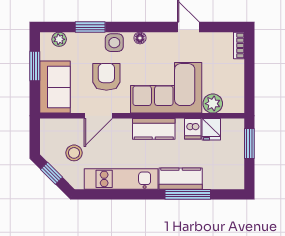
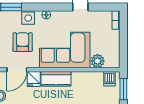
dishwasher: (193, 129) -> (110, 79), moved
fridge: (211, 129) -> (34, 79), moved

